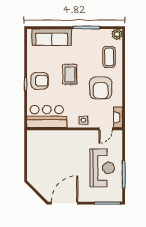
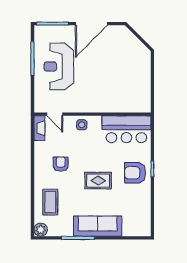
sofa: (52, 37) -> (98, 226), moved
rug: (70, 74) -> (98, 181), turned 90
armchair: (101, 88) -> (61, 164), width x0.53, depth x0.53
door: (106, 129) -> (55, 114), swing flipped
door: (64, 203) -> (91, 24), moved

